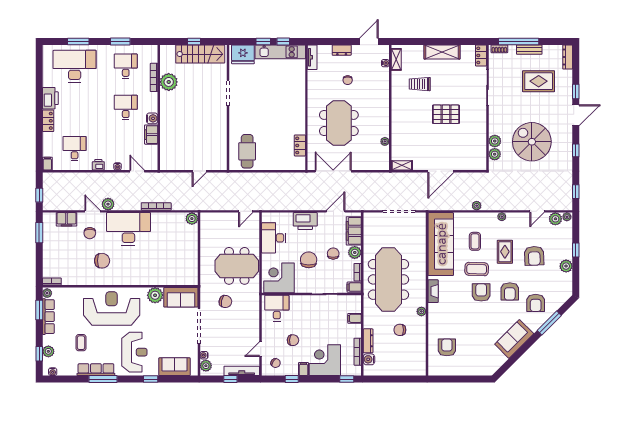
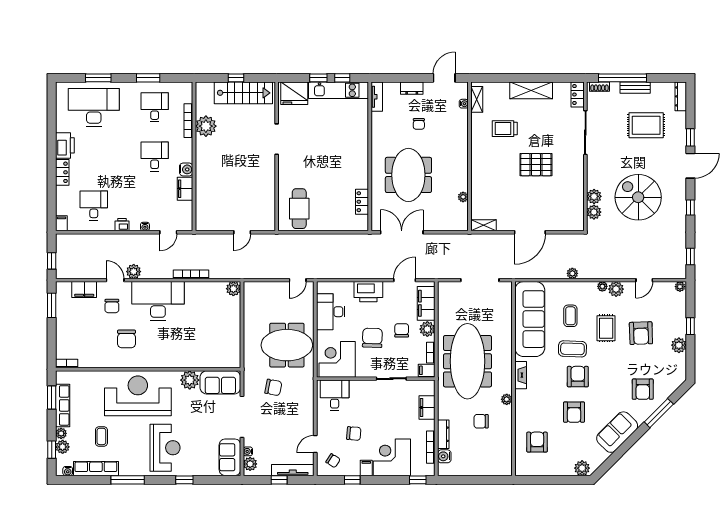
door: (137, 171) -> (168, 232), swing flipped
plant: (555, 219) -> (616, 289), moved
chair: (102, 261) -> (127, 339), turned 90
armchair: (510, 291) -> (574, 412), moved
plant: (47, 293) -> (61, 433), moved
filing cabinet: (355, 318) -> (427, 407), width x2.00
sofa: (174, 367) -> (230, 457), moved, turned -90
plant: (485, 369) -> (582, 468), added
row of seats: (96, 370) -> (96, 469), moved

